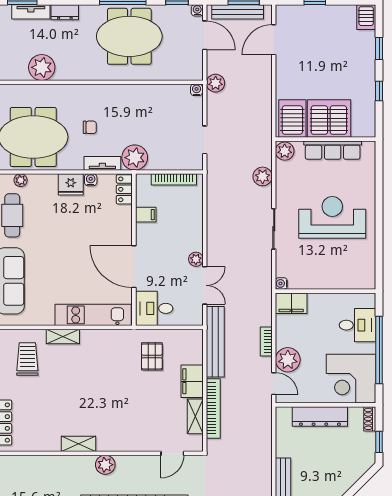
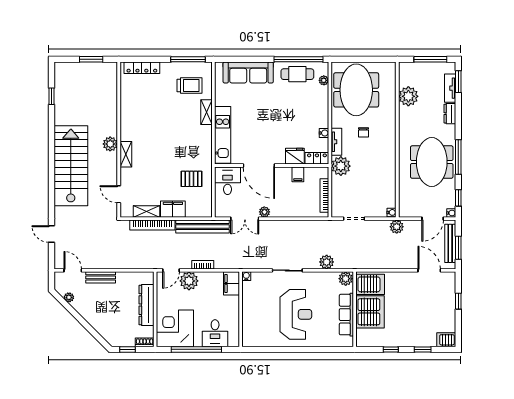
fridge: (71, 184) -> (295, 156), moved, turned 90
door: (134, 267) -> (259, 165), swing flipped
shelving: (79, 444) -> (126, 154), moved

